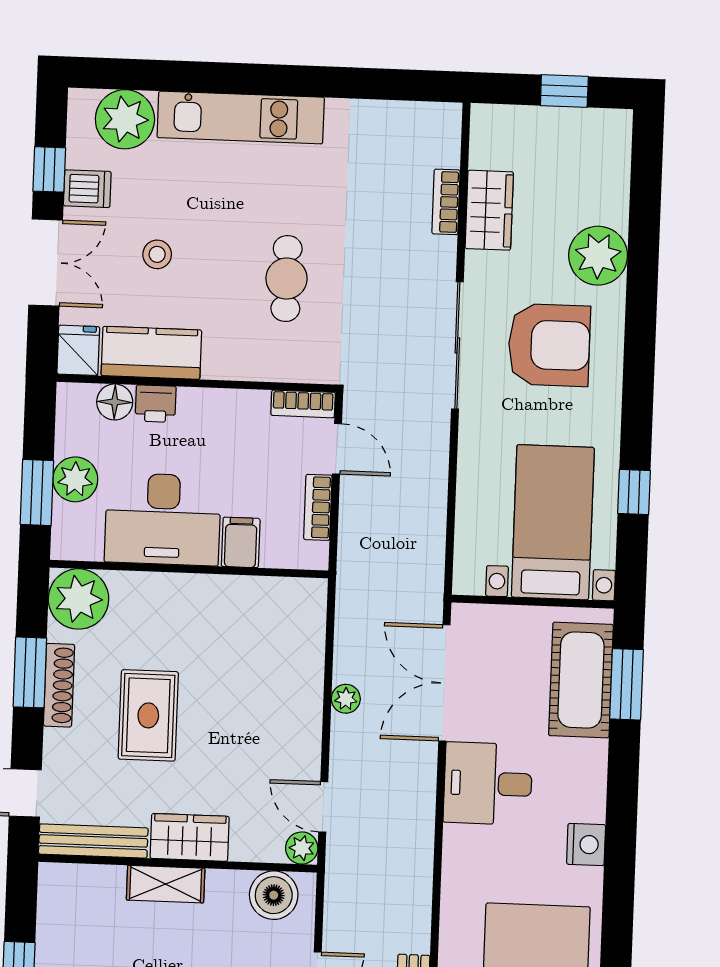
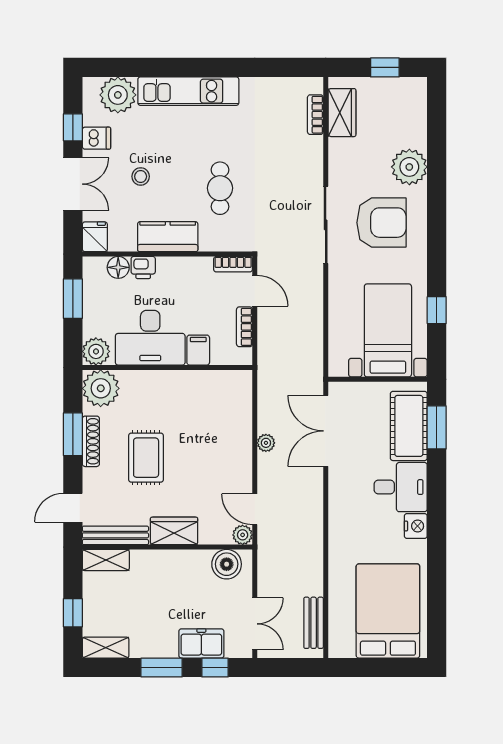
bookcase: (446, 202) -> (315, 115), moved
wardrobe: (489, 210) -> (342, 113), moved
kitchen counter: (151, 353) -> (168, 237), moved
plant: (75, 479) -> (96, 351), moved
window: (37, 492) -> (73, 299), moved
desk: (488, 784) -> (401, 487), moved, turned 180
shelving: (166, 884) -> (106, 560), moved

